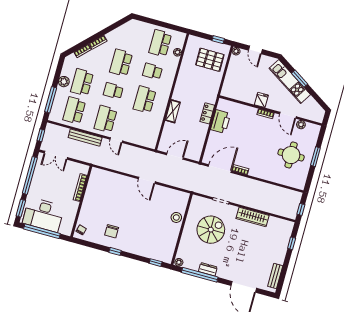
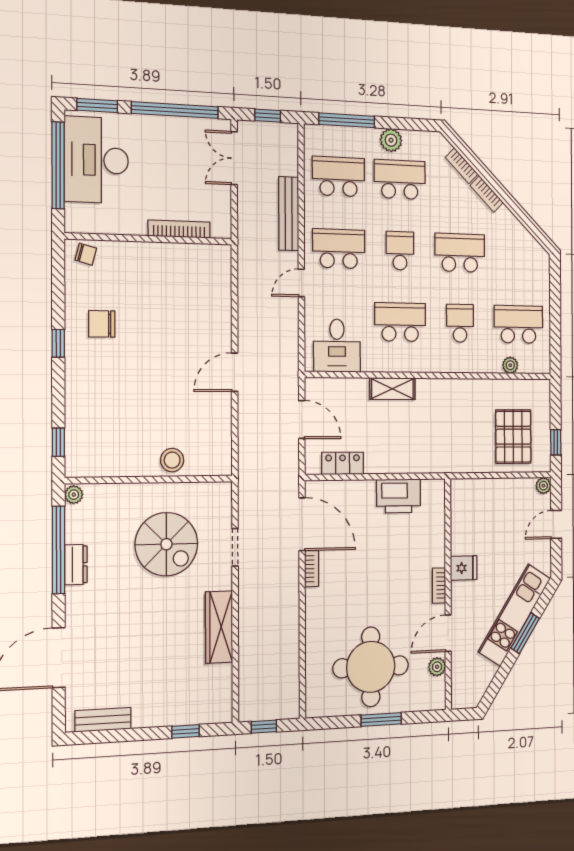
locker: (207, 113) -> (343, 463), moved
desk: (147, 132) -> (337, 346), added
round table: (291, 155) -> (371, 667), width x1.36, depth x1.36

